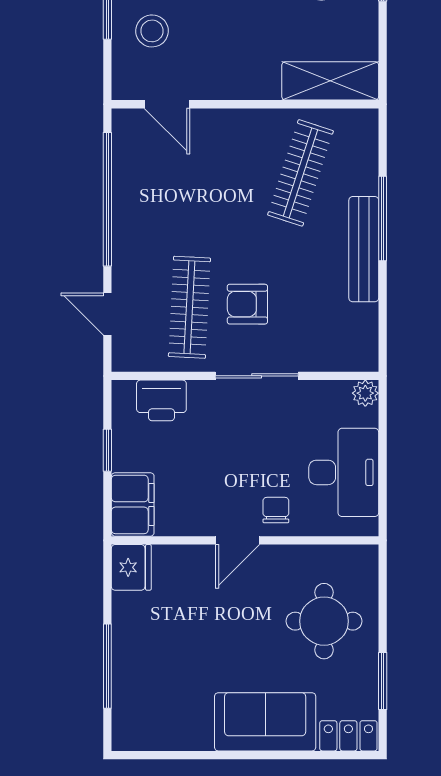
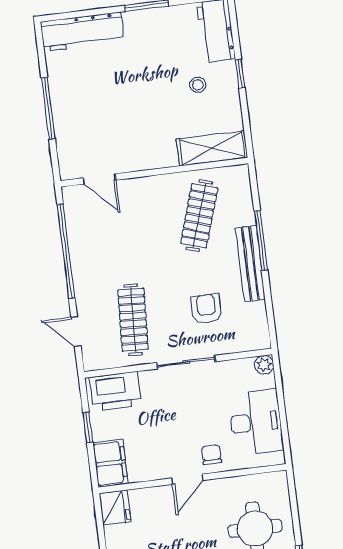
stool: (152, 31) -> (82, 129), removed
armchair: (247, 304) -> (206, 309), moved, turned 90
printer: (161, 400) -> (115, 391), width x1.37, depth x1.19

